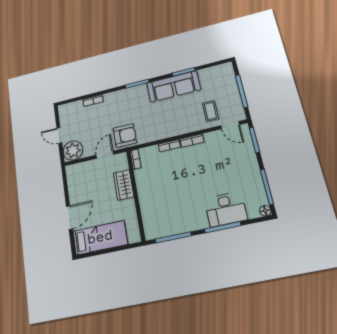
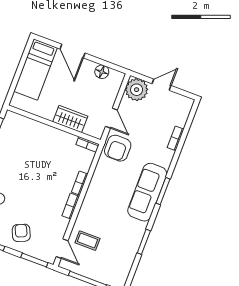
sofa: (173, 86) -> (147, 192), moved
door: (230, 125) -> (62, 249), swing flipped
armchair: (240, 164) -> (21, 233), added
floor lamp: (73, 185) -> (102, 72), added

